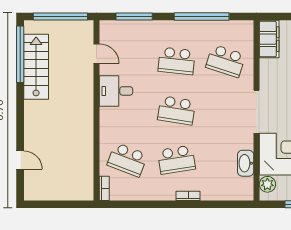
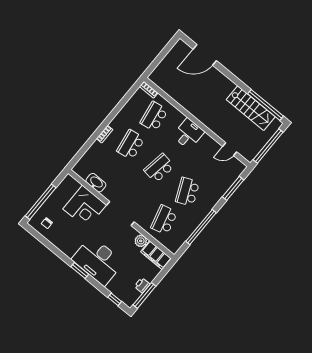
school desk: (176, 61) -> (187, 192), turned -30
school desk: (226, 61) -> (164, 220), turned -33
desk: (116, 91) -> (188, 134), moved
door: (20, 160) -> (205, 55), width x1.88
school desk: (127, 160) -> (154, 116), turned -30
plant: (267, 184) -> (141, 241), moved

